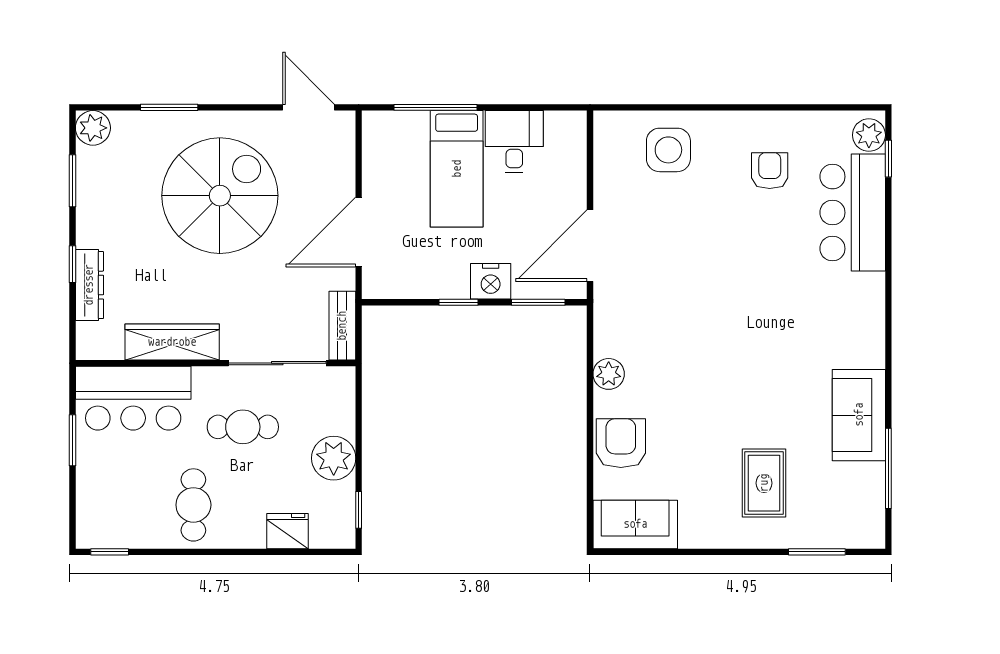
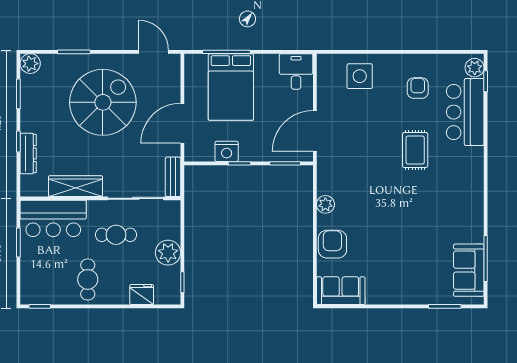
desk: (514, 142) -> (296, 71), moved
bed: (457, 169) -> (231, 87), width x1.50
nightstand: (491, 281) -> (227, 151), moved
sofa: (859, 415) -> (469, 270), moved
rug: (764, 483) -> (415, 150), moved

